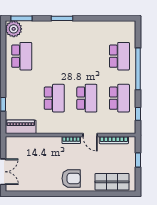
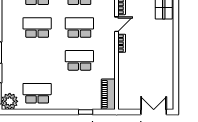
school desk: (87, 56) -> (37, 28), added
armchair: (71, 178) -> (160, 43), removed

